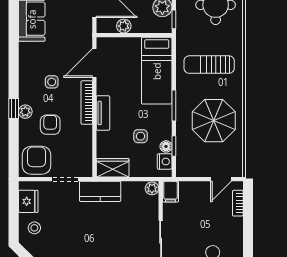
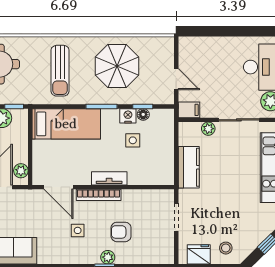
plant: (124, 26) -> (21, 171), moved
armchair: (37, 160) -> (157, 246), removed
nightstand: (165, 161) -> (128, 116), moved
wardrobe: (113, 168) -> (165, 169), removed
door: (221, 179) -> (176, 79), moved
plant: (152, 188) -> (208, 129), moved
kitchen counter: (100, 191) -> (189, 167), moved
bookcase: (238, 203) -> (201, 42), removed

